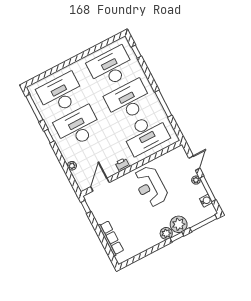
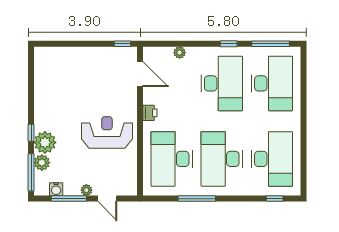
desk: (128, 101) -> (222, 159), turned 180
plant: (166, 233) -> (42, 163), moved
row of seats: (111, 238) -> (70, 54), removed

